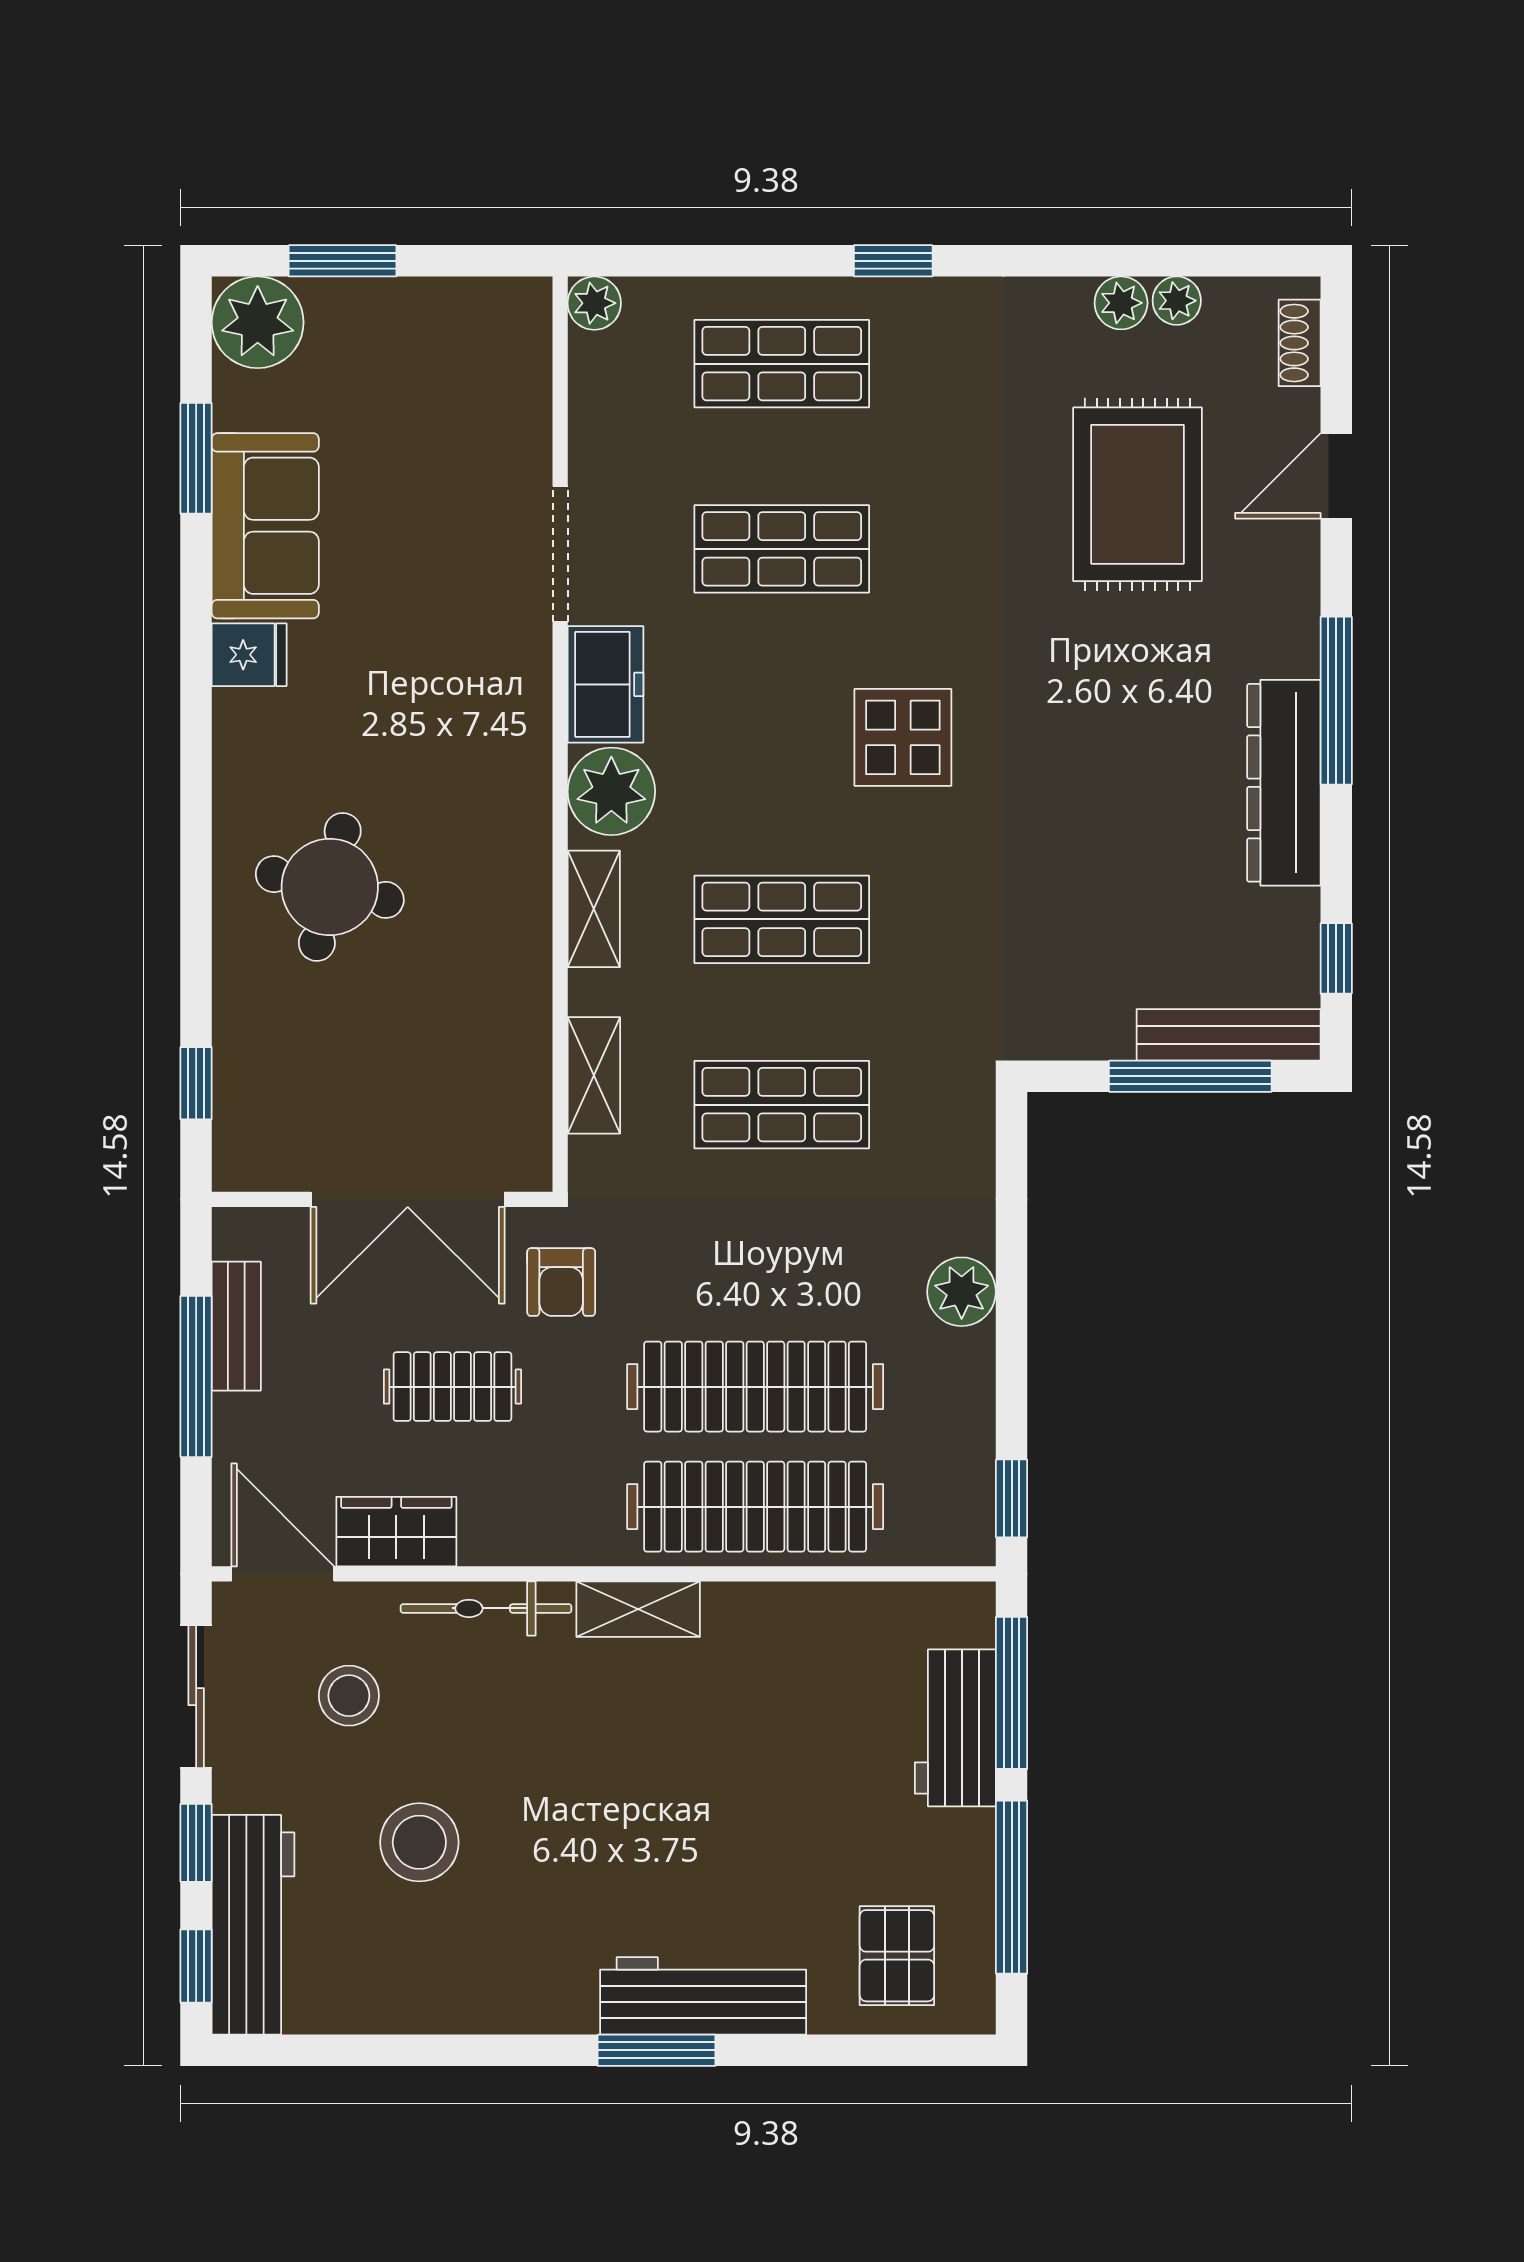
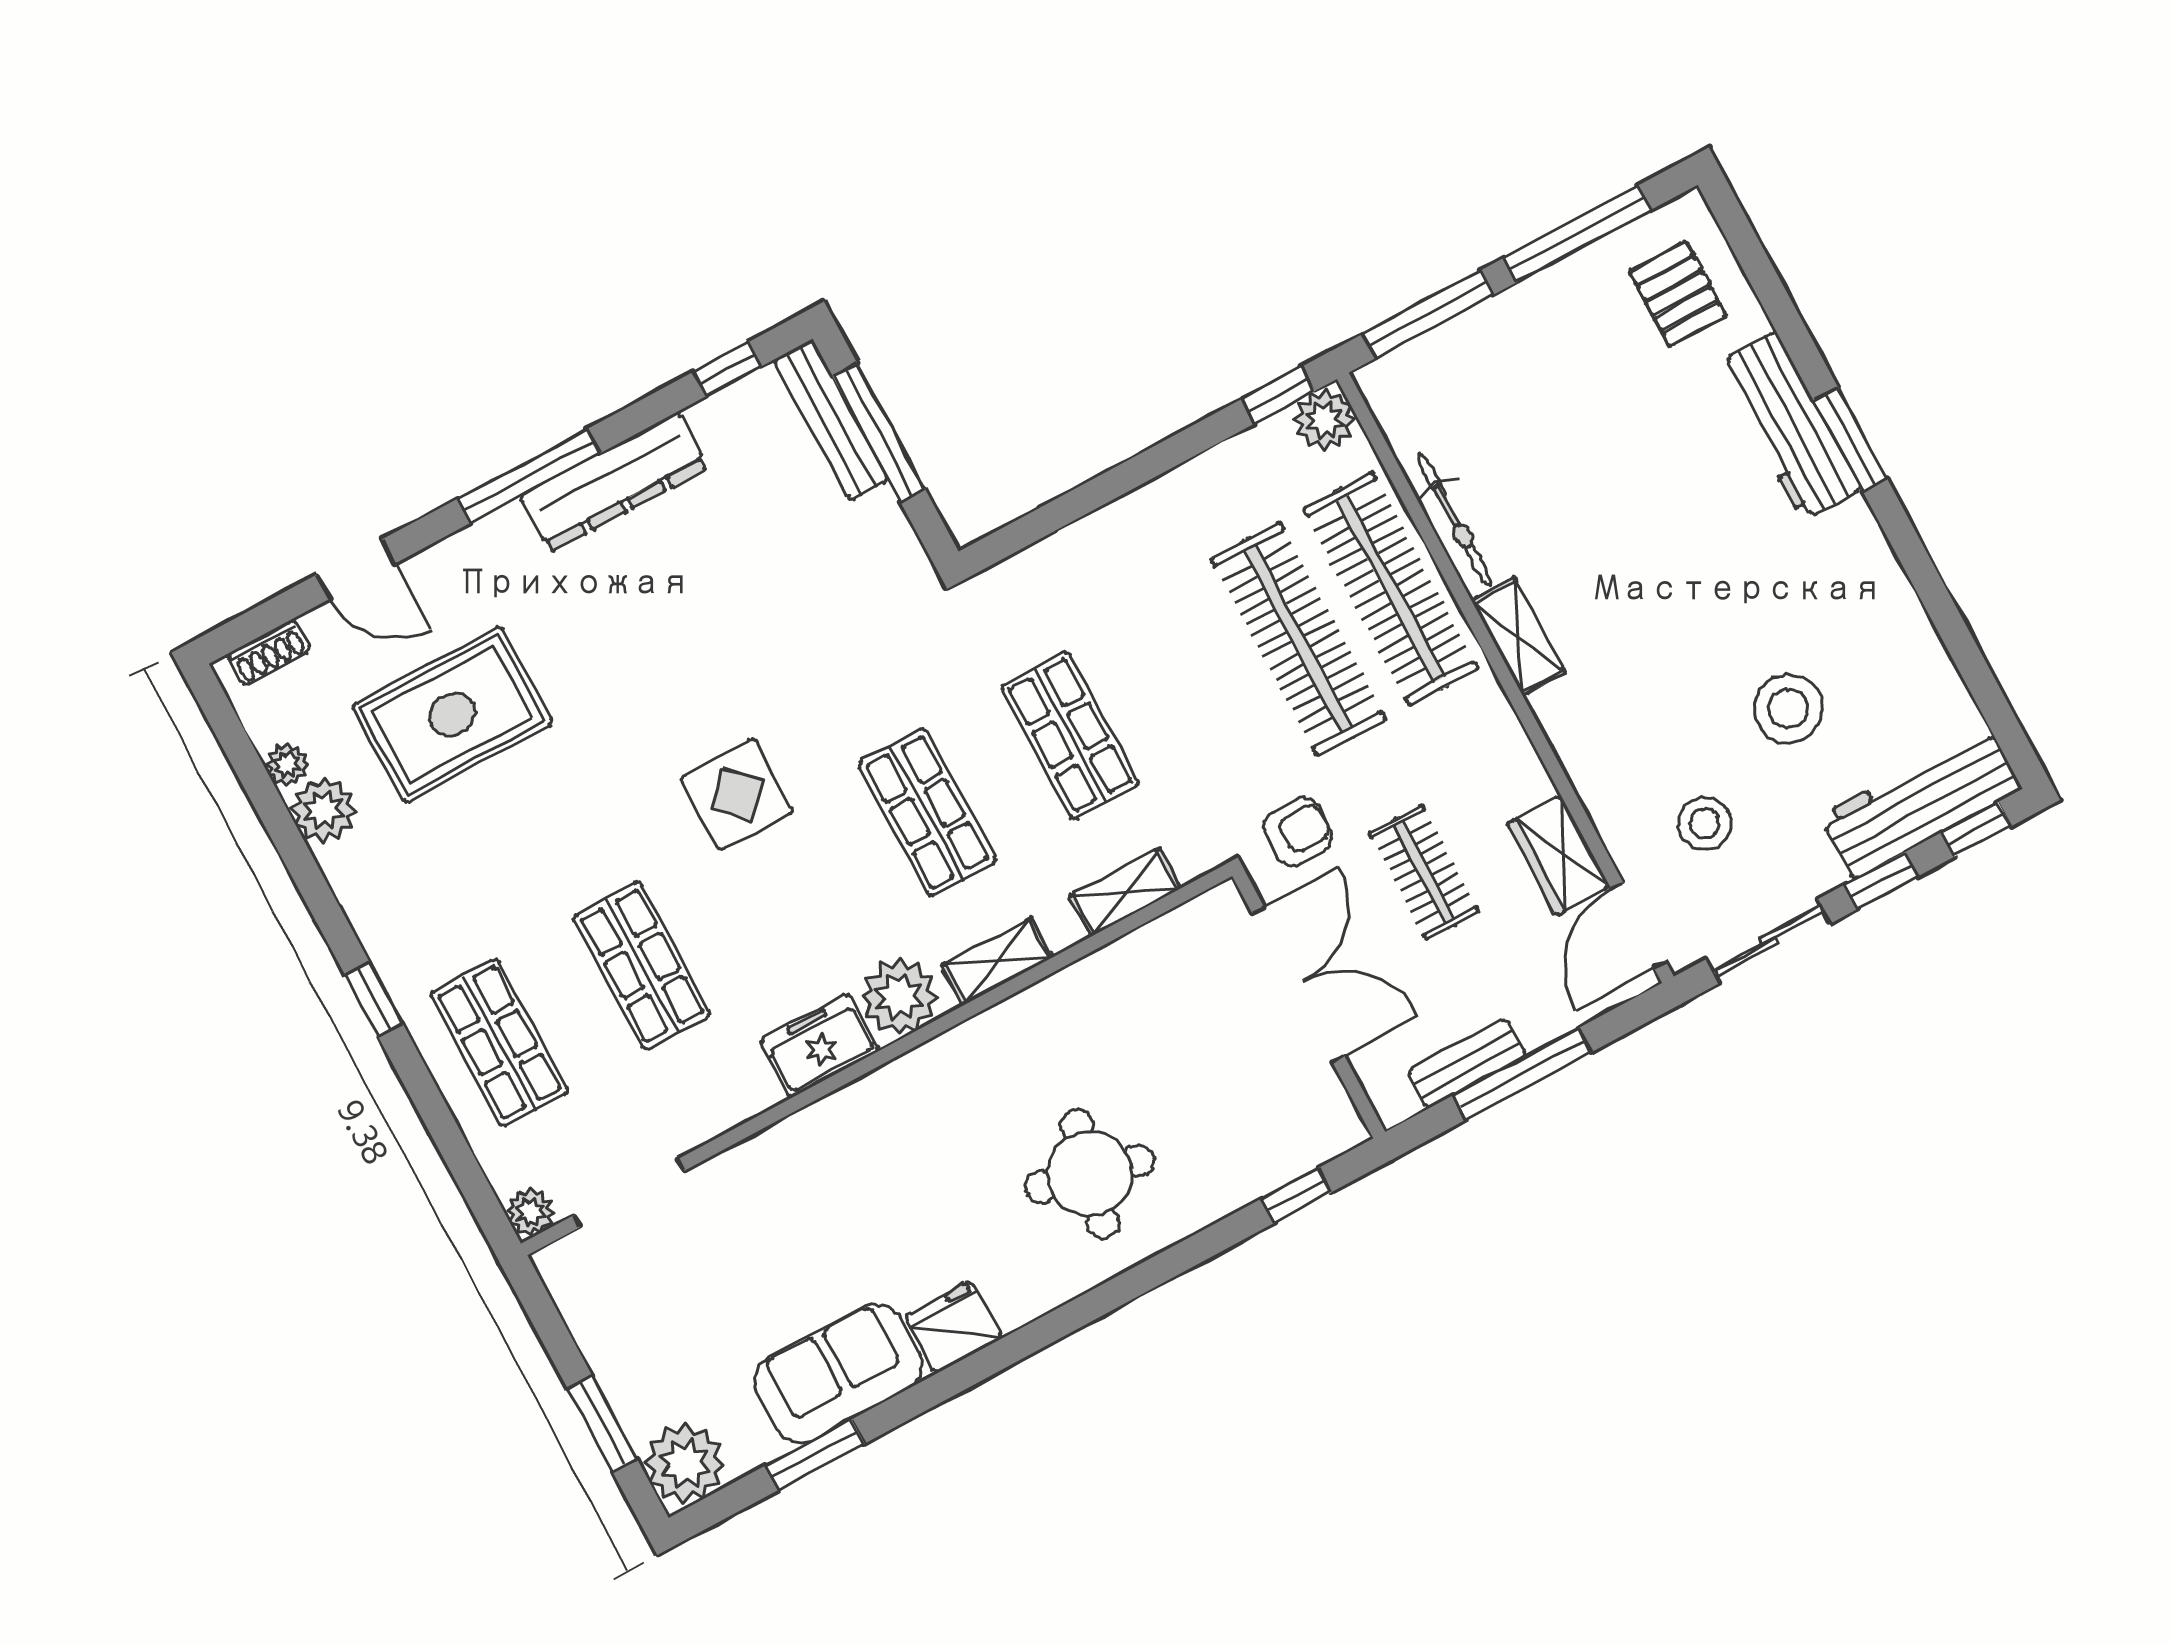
plant: (1121, 303) -> (324, 810), width x1.38, depth x1.38
doorway: (560, 554) -> (629, 1193), moved
fridge: (249, 655) -> (954, 1327), width x1.38
plant: (962, 1292) -> (1325, 420), moved
bicycle: (486, 1608) -> (1455, 520), moved
workbench: (955, 1728) -> (1478, 343), removed
pallet: (897, 1956) -> (1678, 294), turned 90

